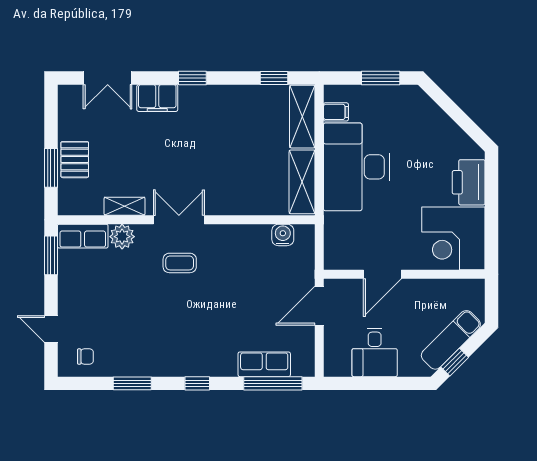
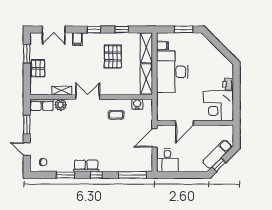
window: (274, 78) -> (122, 29), moved
filing cabinet: (157, 98) -> (77, 39), width x0.50
pallet: (232, 135) -> (113, 56), added
window: (51, 168) -> (27, 54), moved
printer: (469, 182) -> (228, 84), width x0.53, depth x0.68
window: (51, 255) -> (27, 125), moved
coffee table: (180, 263) -> (116, 115), moved
desk: (375, 352) -> (167, 160), moved
row of seats: (264, 364) -> (86, 166), moved

